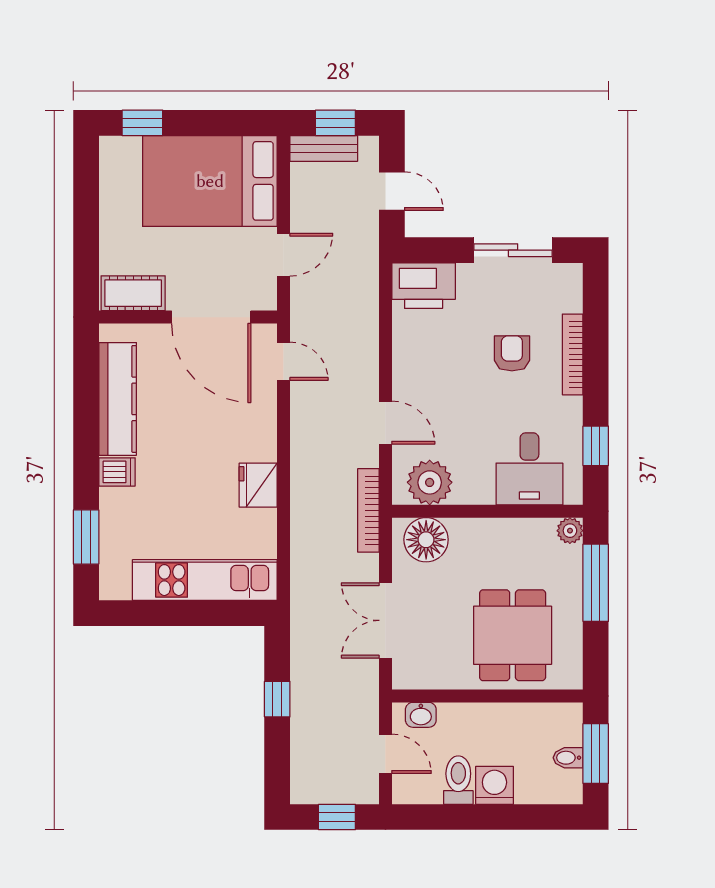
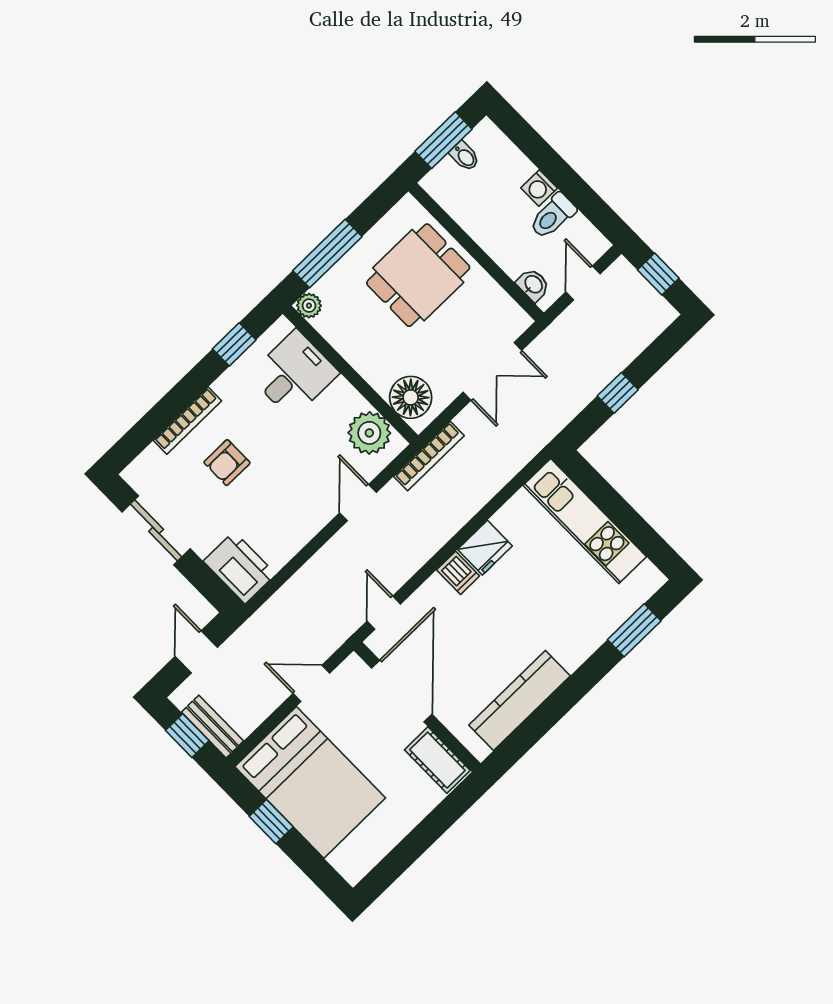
window: (142, 123) -> (271, 822), moved
dishwasher: (117, 472) -> (458, 573), moved, turned 180
washing machine: (494, 785) -> (539, 188), width x0.73, depth x0.73

